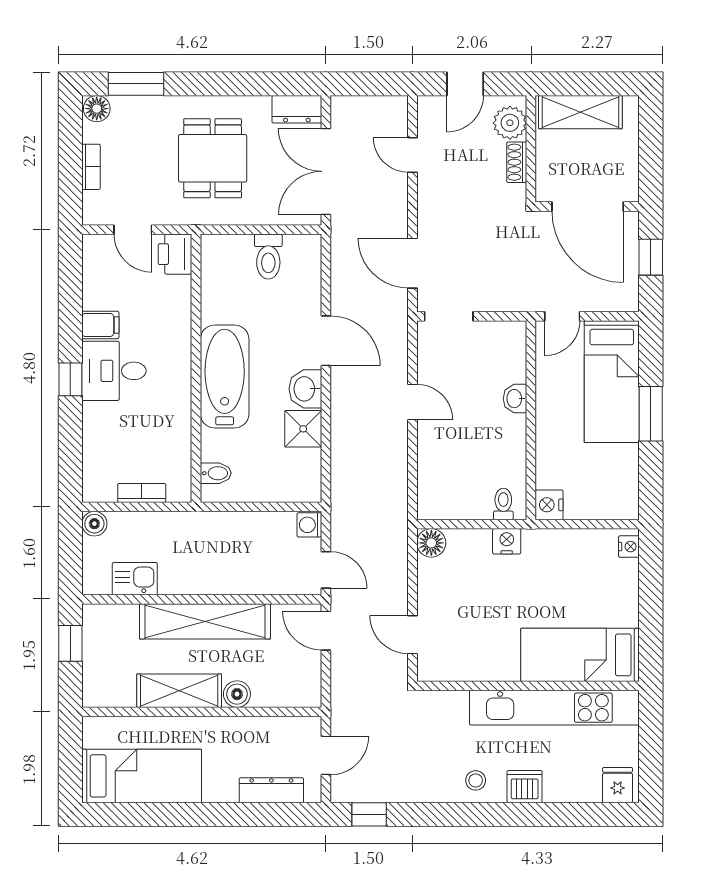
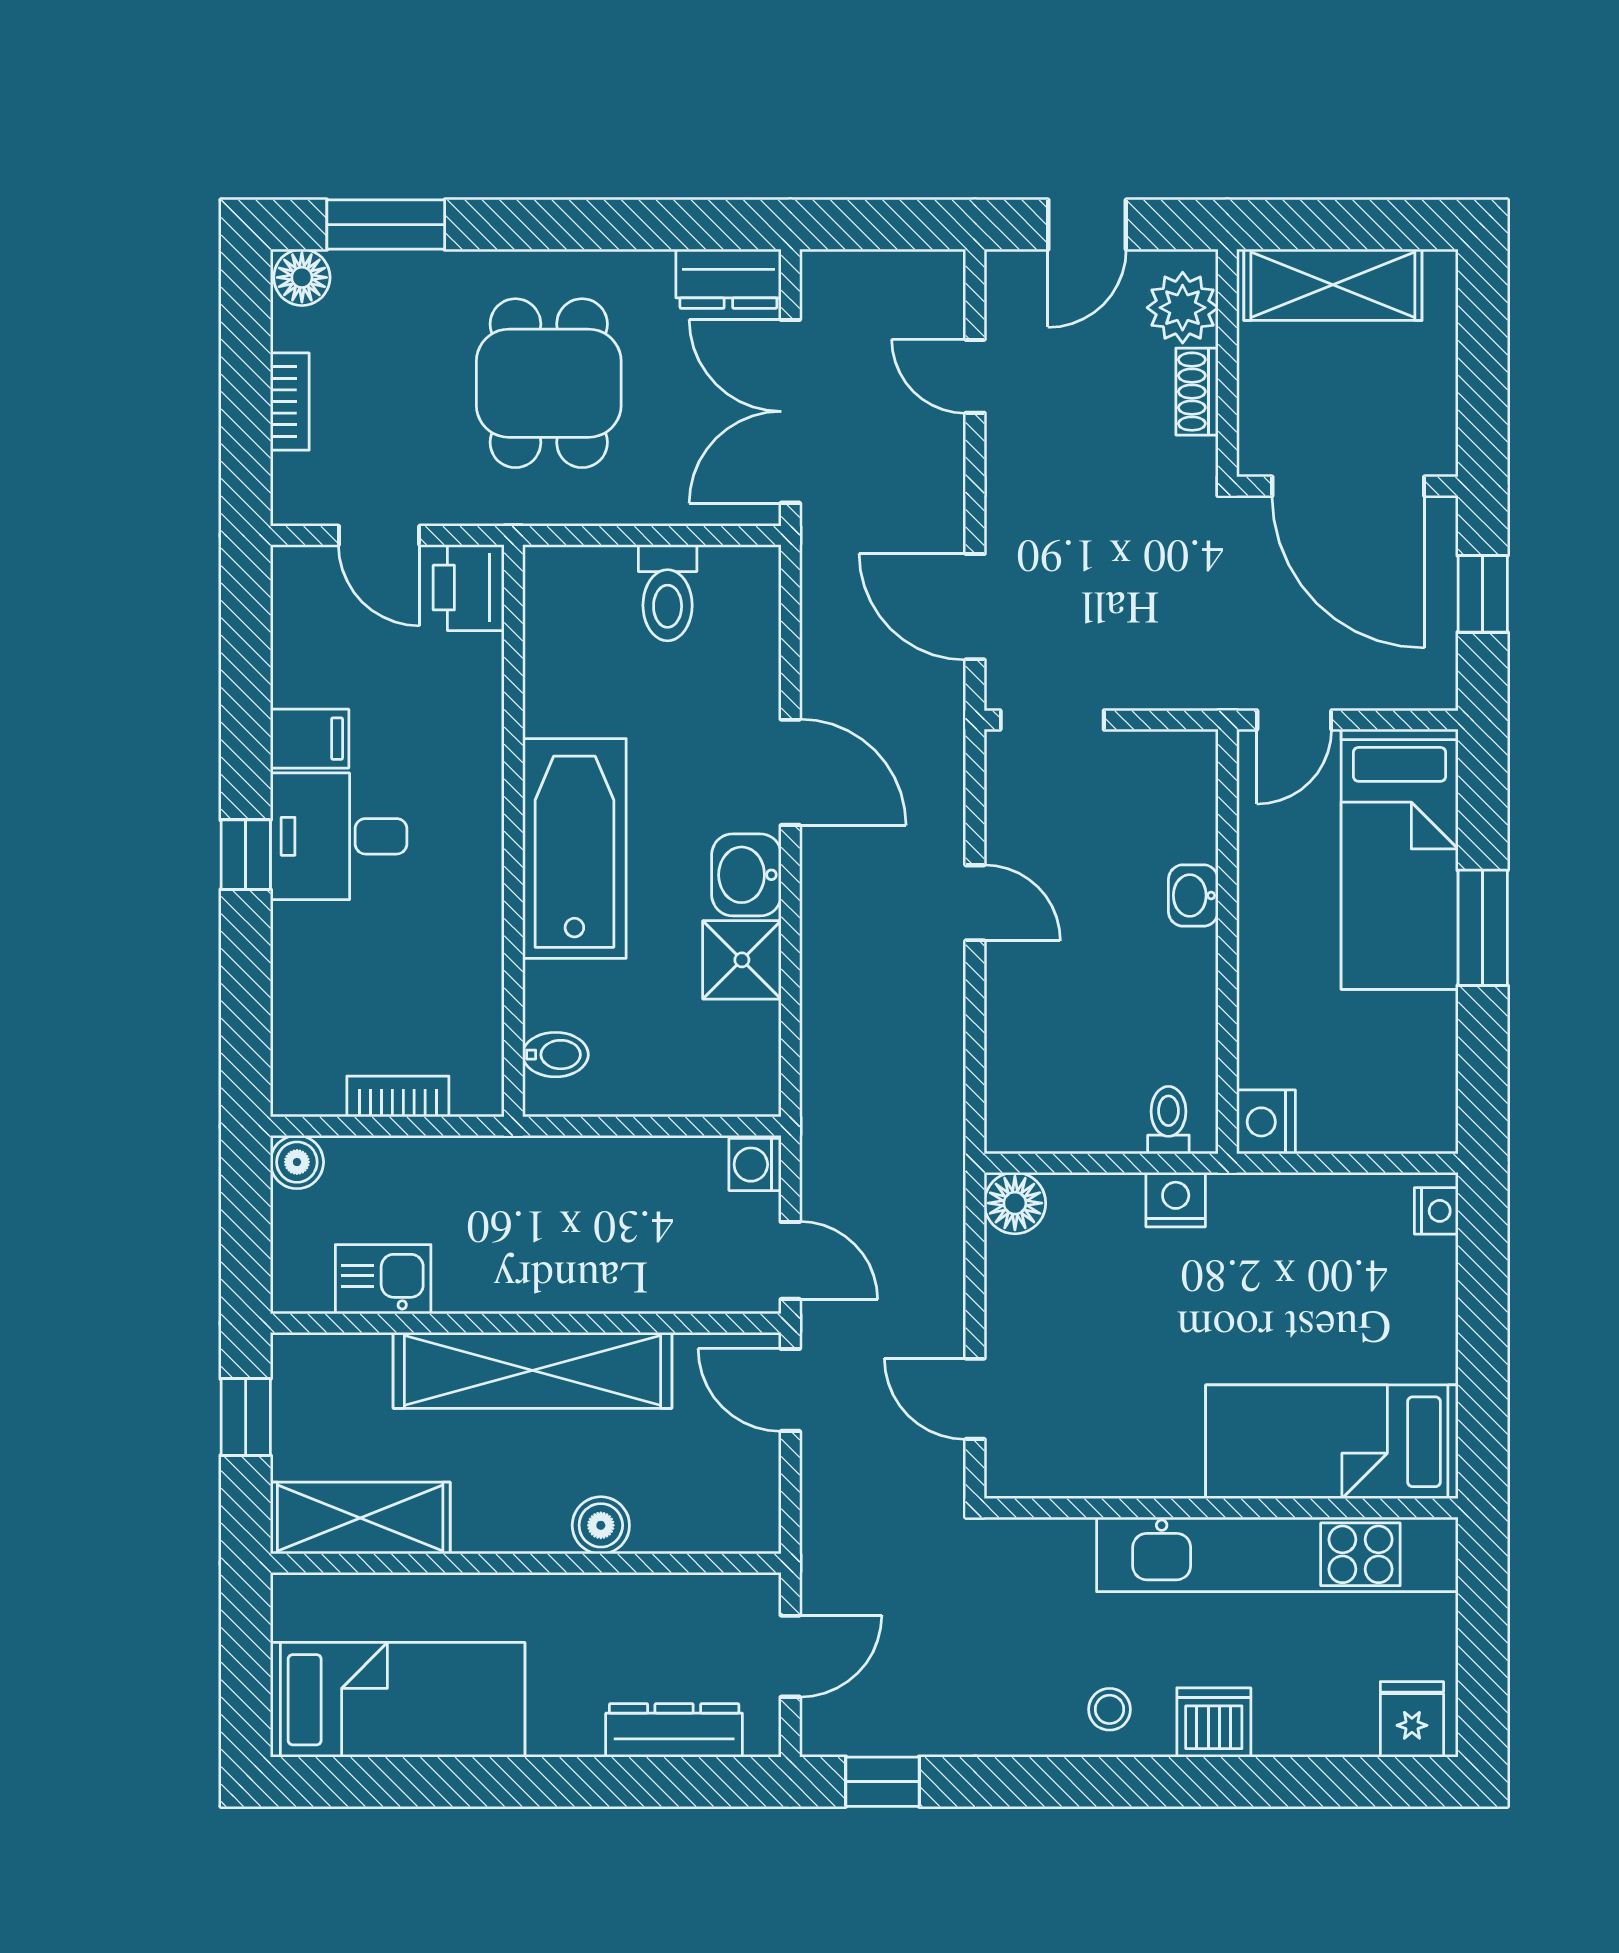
shelving: (179, 691) -> (360, 1518), moved

